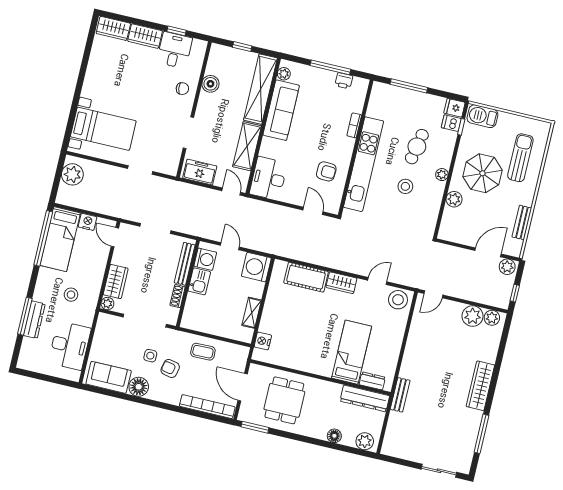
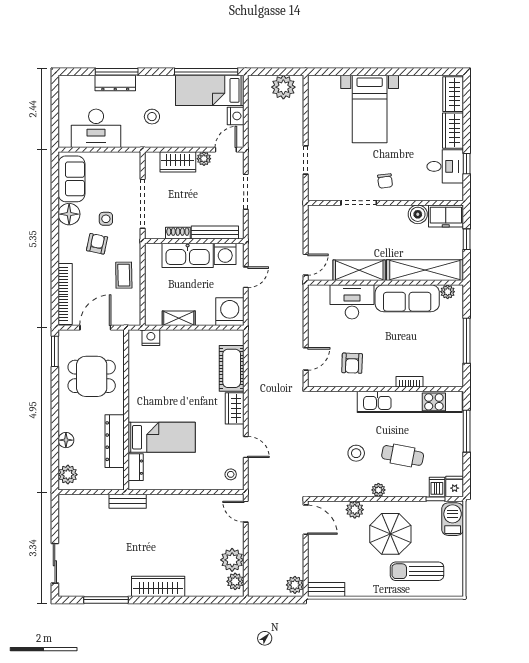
printer: (344, 81) -> (455, 359), removed
chair: (182, 89) -> (385, 181), moved
bed with nightstands: (103, 129) -> (370, 109), moved
sun lounger: (520, 158) -> (417, 571), turned 180
kitchen unit: (364, 164) -> (410, 402), moved
freezer: (200, 172) -> (446, 216), moved, turned 90
desk: (268, 178) -> (352, 302), moved
bench: (522, 222) -> (326, 590), moved
door: (488, 252) -> (306, 520), moved
kitchen sink: (199, 281) -> (188, 255), width x1.87, depth x1.24
window: (515, 293) -> (268, 600), removed
stool: (398, 300) -> (231, 474), width x0.53, depth x0.53
plant: (107, 304) -> (204, 159), moved
dresser: (365, 398) -> (115, 441), moved

